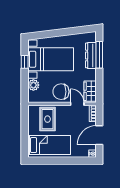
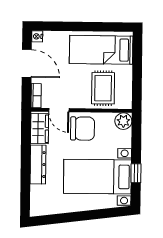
dresser: (91, 55) -> (38, 164), moved
window: (99, 55) -> (25, 182), removed
plant: (33, 85) -> (123, 121), moved
door: (99, 135) -> (27, 63), hinge flipped

